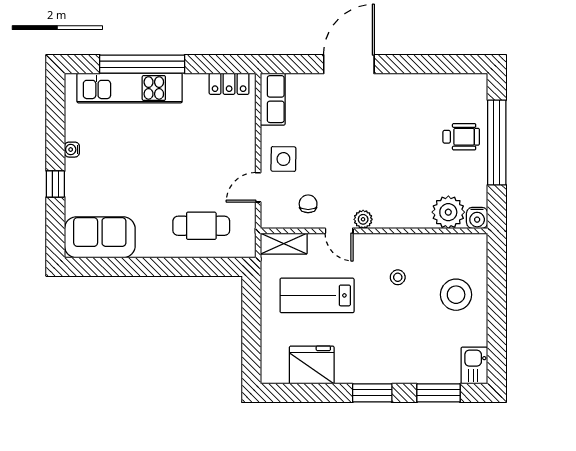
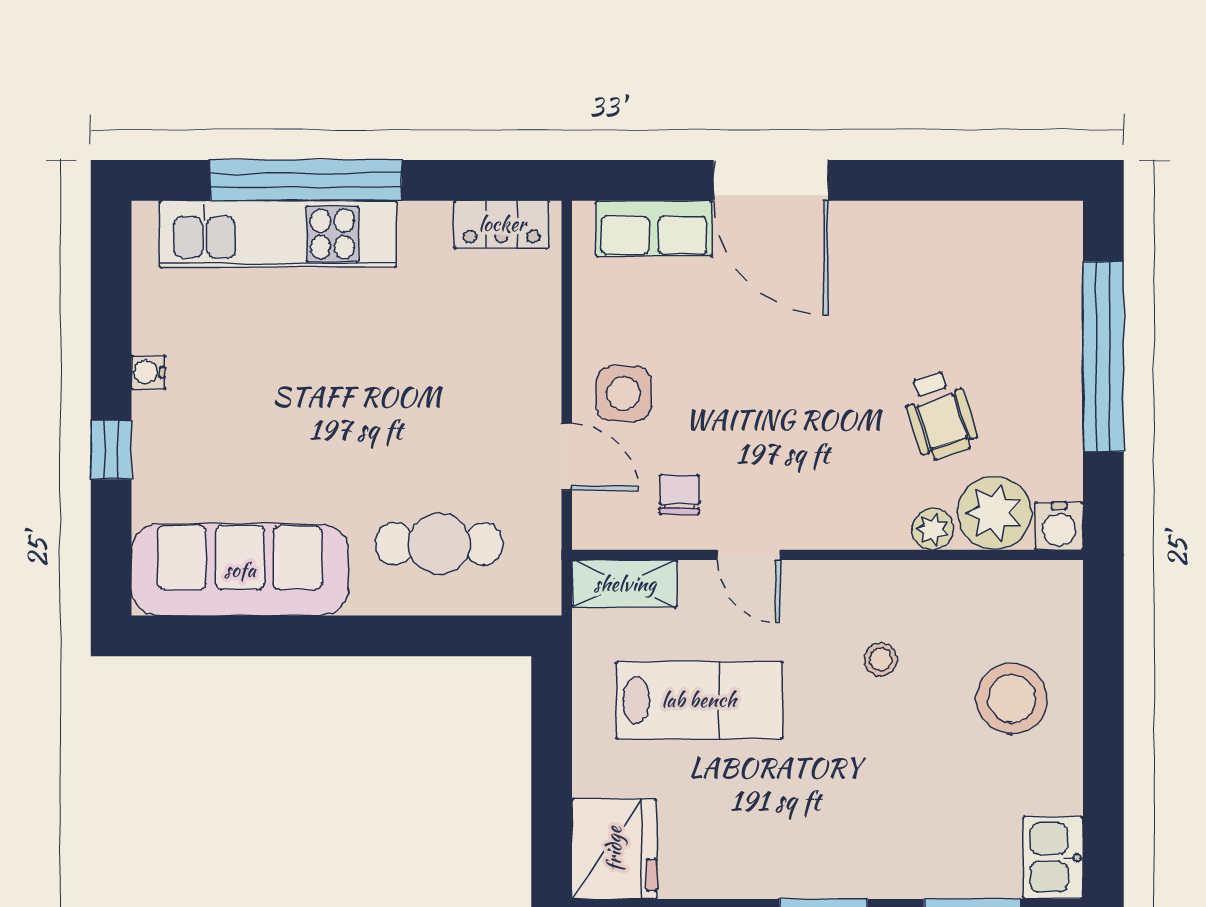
door: (349, 64) -> (771, 180), swing flipped
row of seats: (273, 99) -> (654, 228), moved, turned 90
wheelchair: (461, 137) -> (940, 415), moved, turned 72
door: (258, 187) -> (567, 457), swing flipped
plant: (363, 219) -> (933, 529), moved
sofa: (100, 237) -> (240, 570), width x1.36
lab bench: (317, 295) -> (699, 700), turned 180
fridge: (312, 365) -> (614, 849), moved, turned 90

